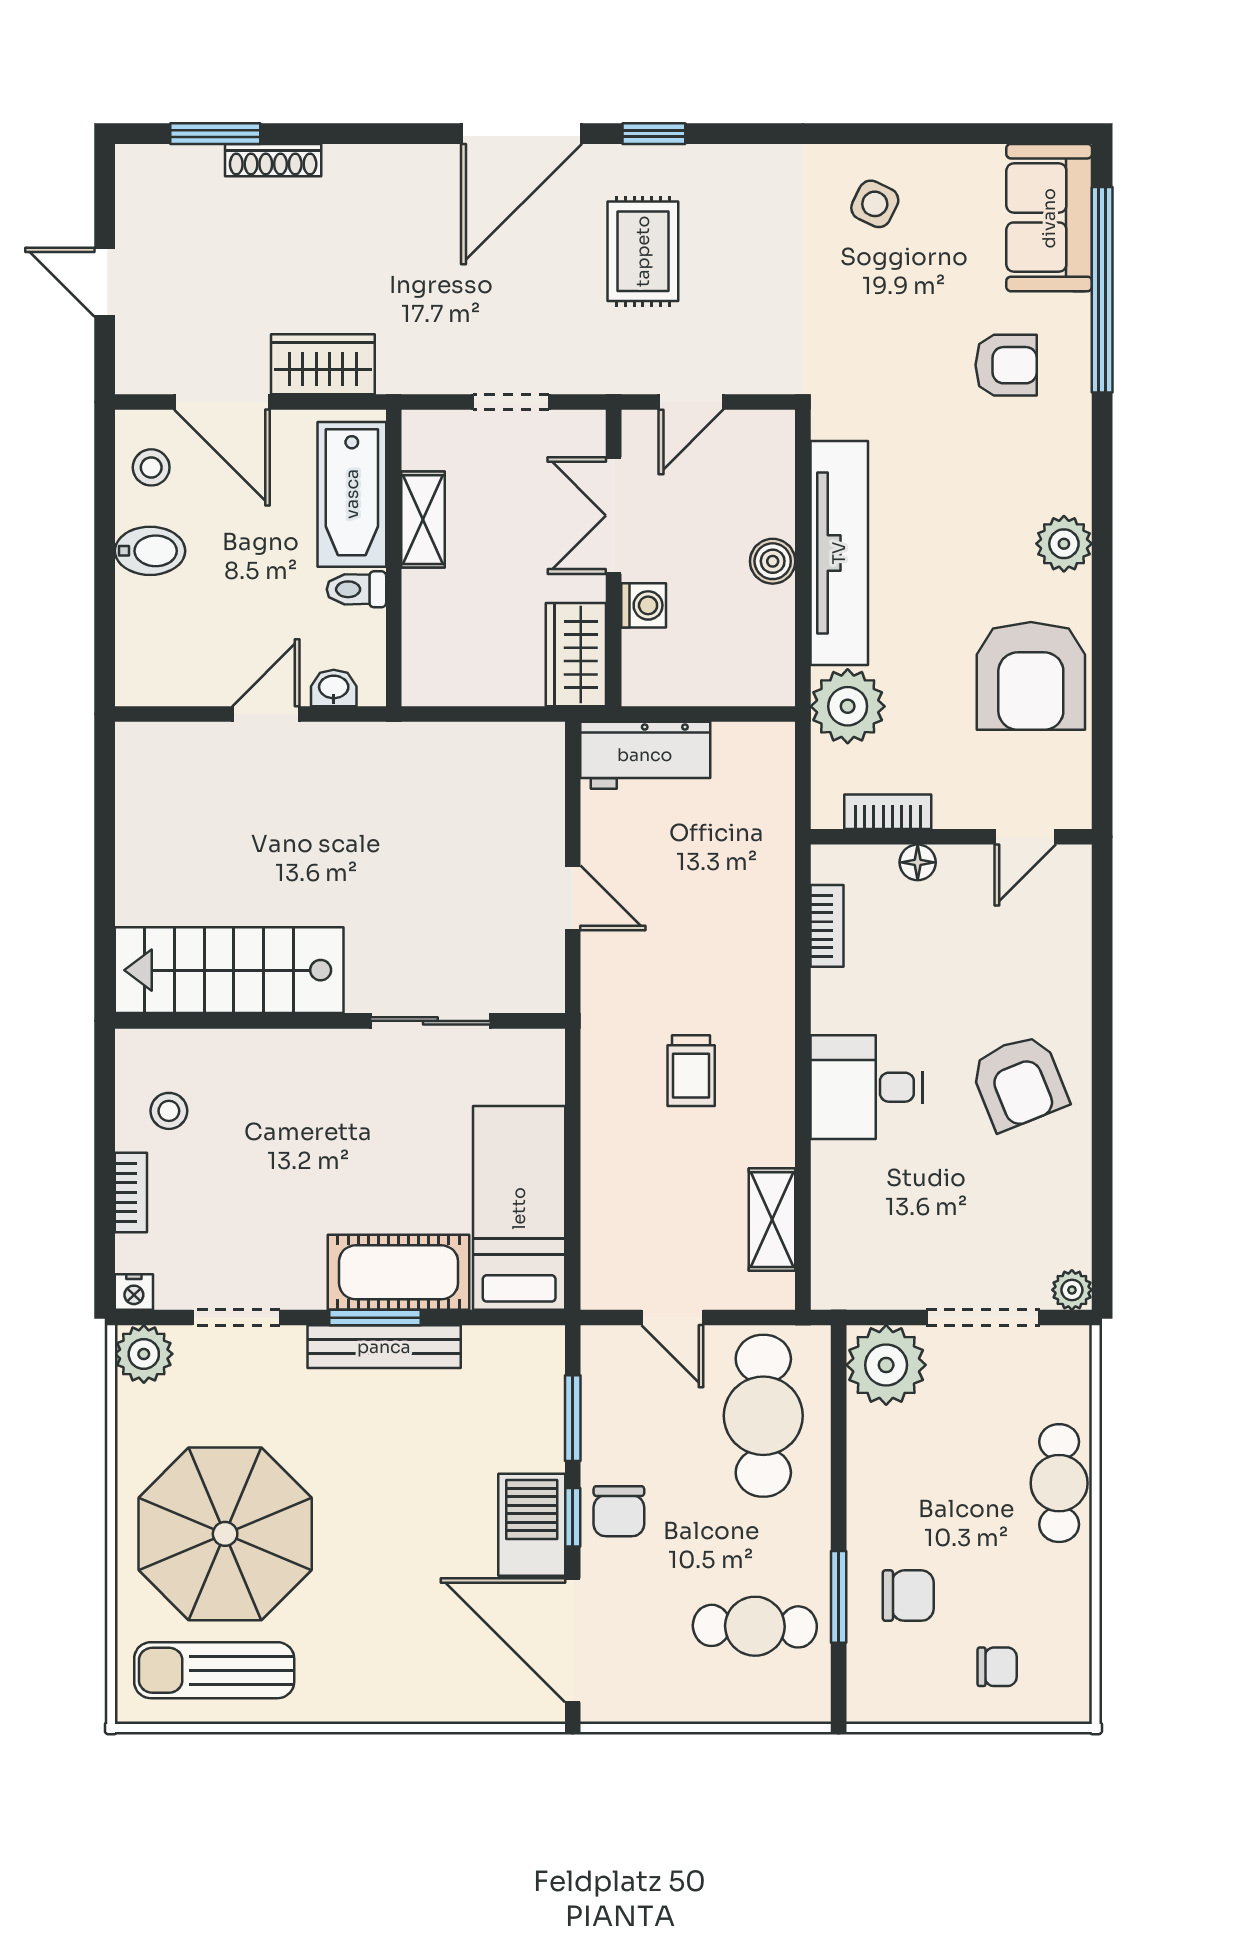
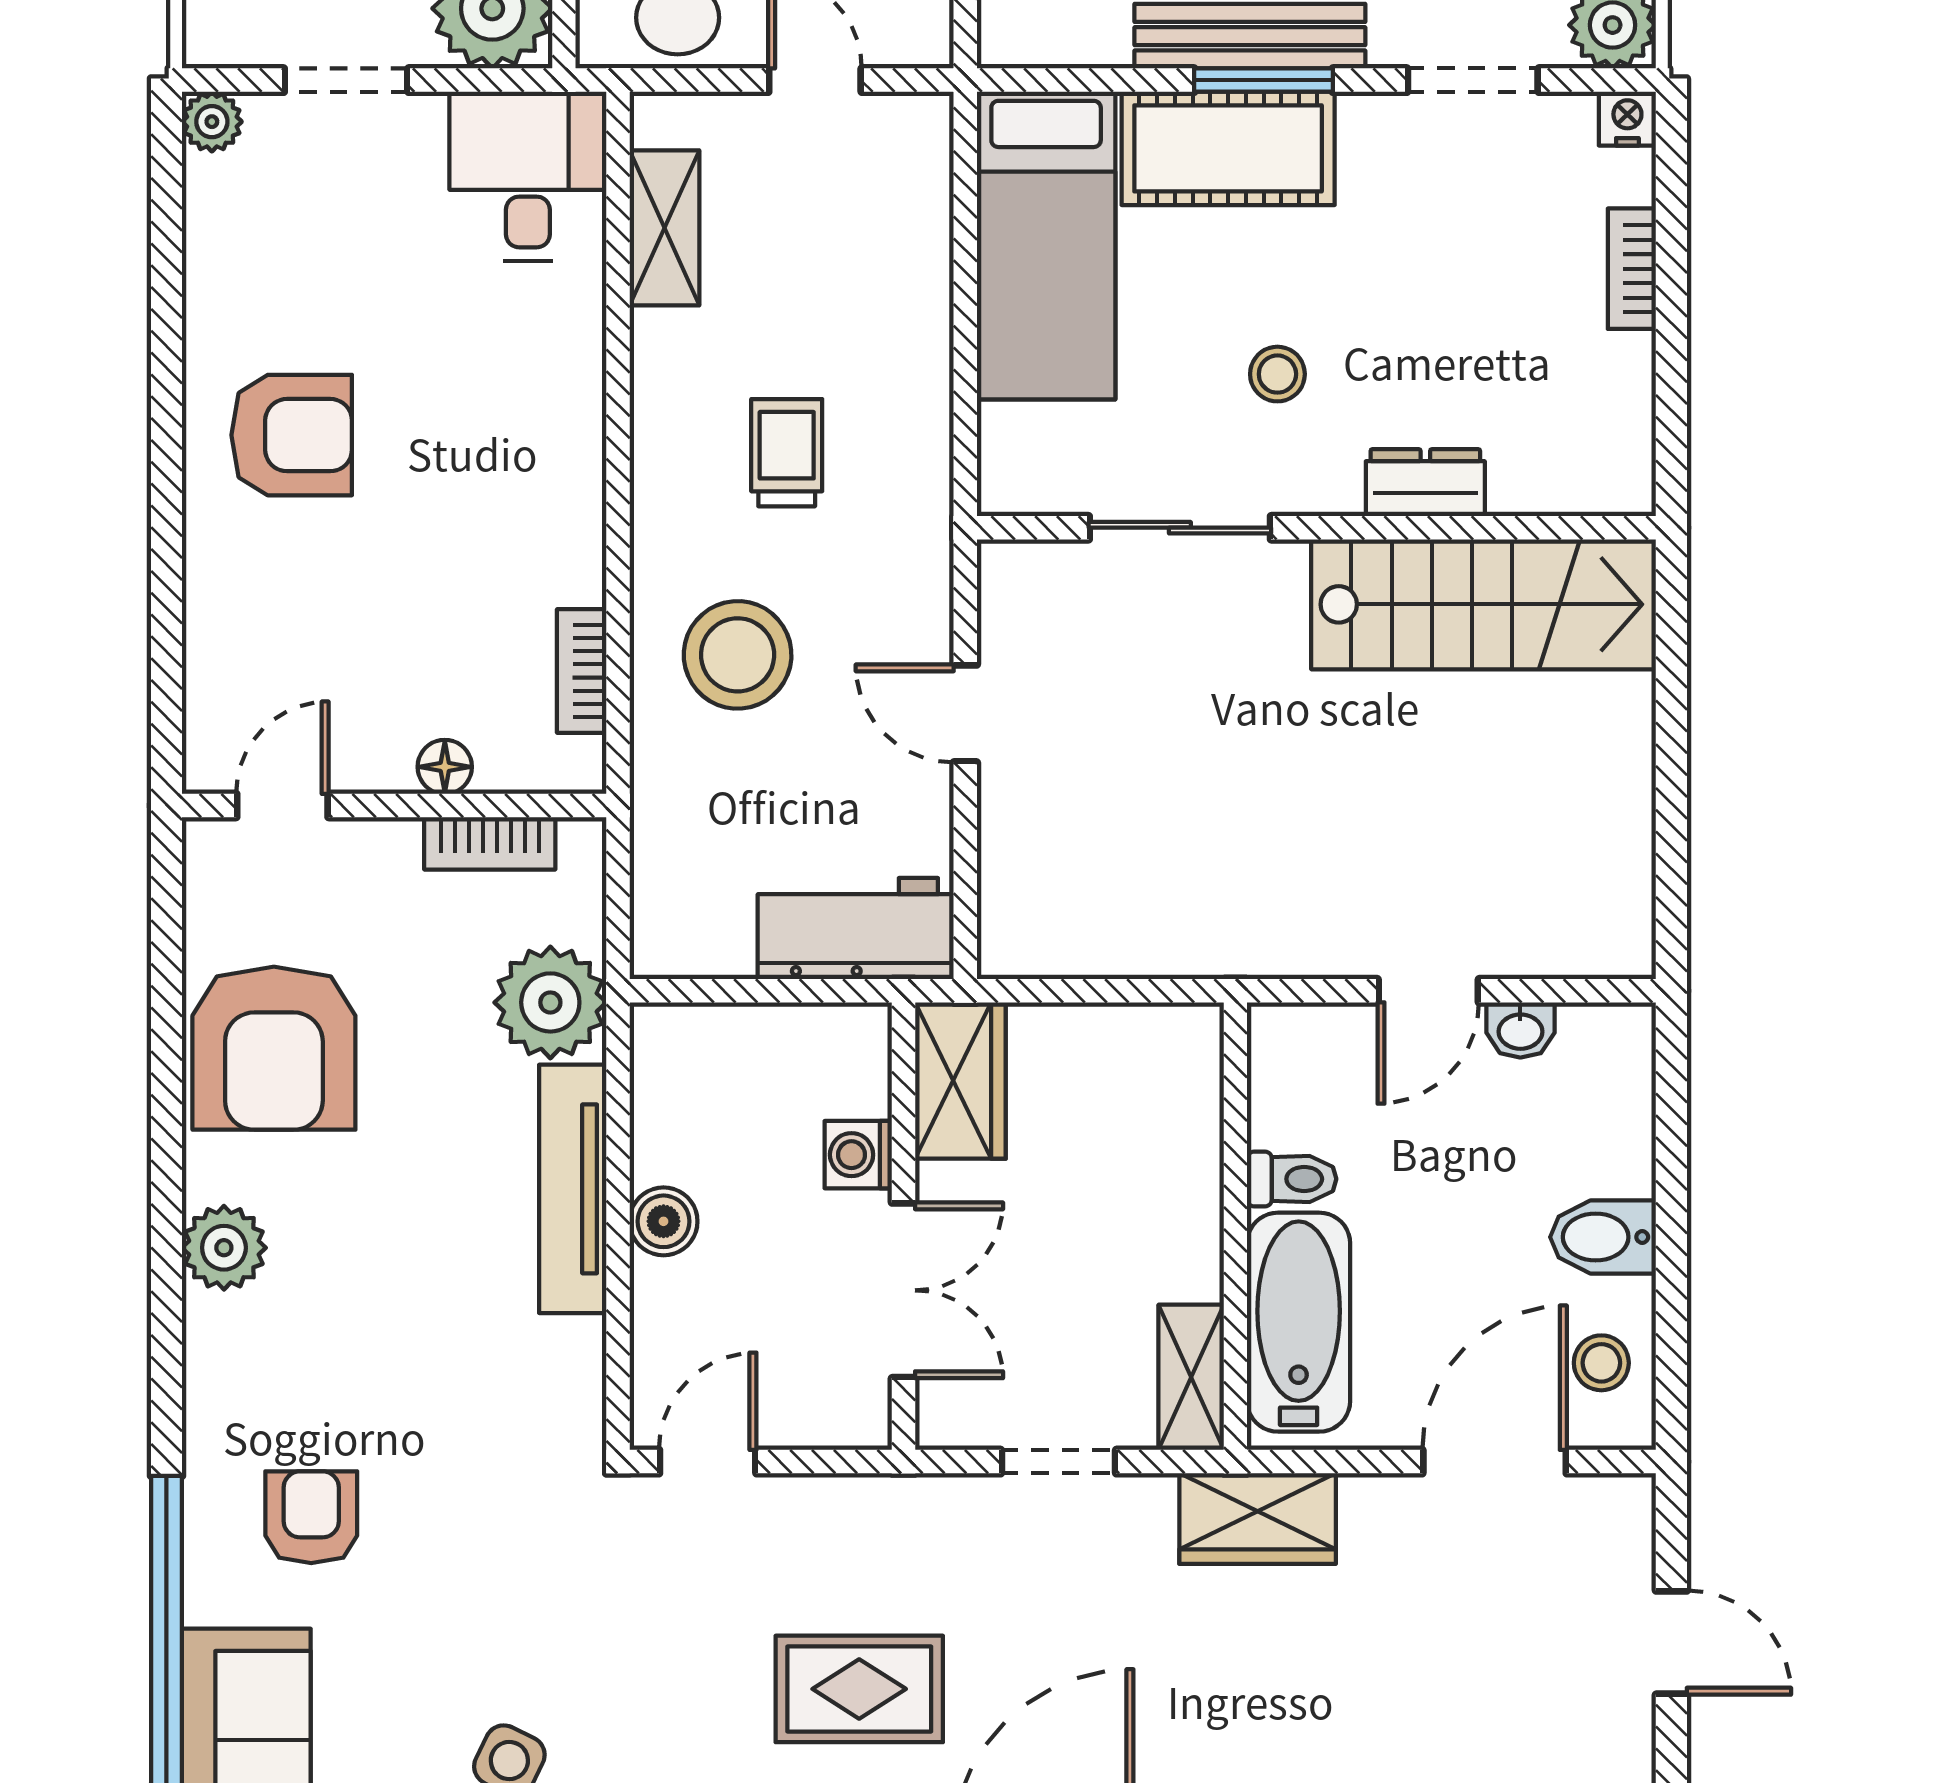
rug: (643, 251) -> (859, 1689), turned 90
wardrobe: (323, 364) -> (1258, 1518), moved
armchair: (1006, 365) -> (311, 1517), turned 90
door: (222, 402) -> (1495, 1462), hinge flipped
door: (691, 402) -> (708, 1462), moved
shelving: (423, 520) -> (1191, 1377), moved
tv unit: (839, 553) -> (573, 1189), width x0.73, depth x0.78
armchair: (1031, 676) -> (274, 1048), turned 180
washbasin: (334, 688) -> (1520, 1030), moved
stool: (724, 937) -> (738, 655), added
dresser: (268, 1051) -> (1425, 483), added
armchair: (1019, 1082) -> (292, 435), turned 112
desk: (867, 1087) -> (528, 176), moved, turned -90
stool: (169, 1111) -> (1277, 374), moved
doorway: (983, 1318) -> (346, 80), width x0.73

